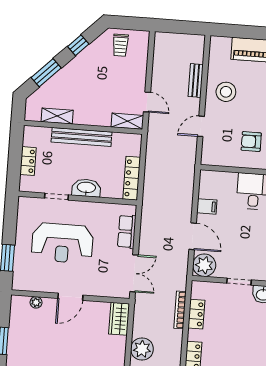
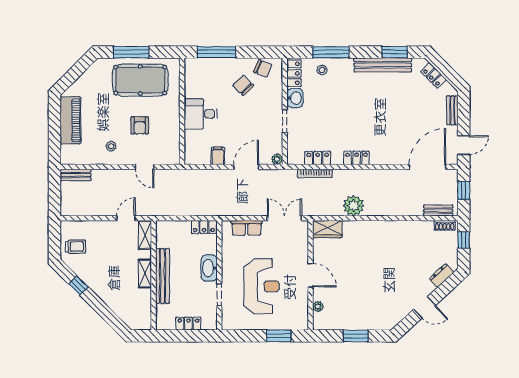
window: (46, 73) -> (106, 313), removed
bench: (196, 80) -> (76, 175), moved
stool: (226, 92) -> (111, 146), width x0.53, depth x0.53
shelving: (57, 116) -> (145, 274), moved
armchair: (251, 142) -> (140, 125), moved
locker: (132, 178) -> (204, 227), width x0.66
plant: (204, 265) -> (277, 159), width x0.53, depth x0.53

